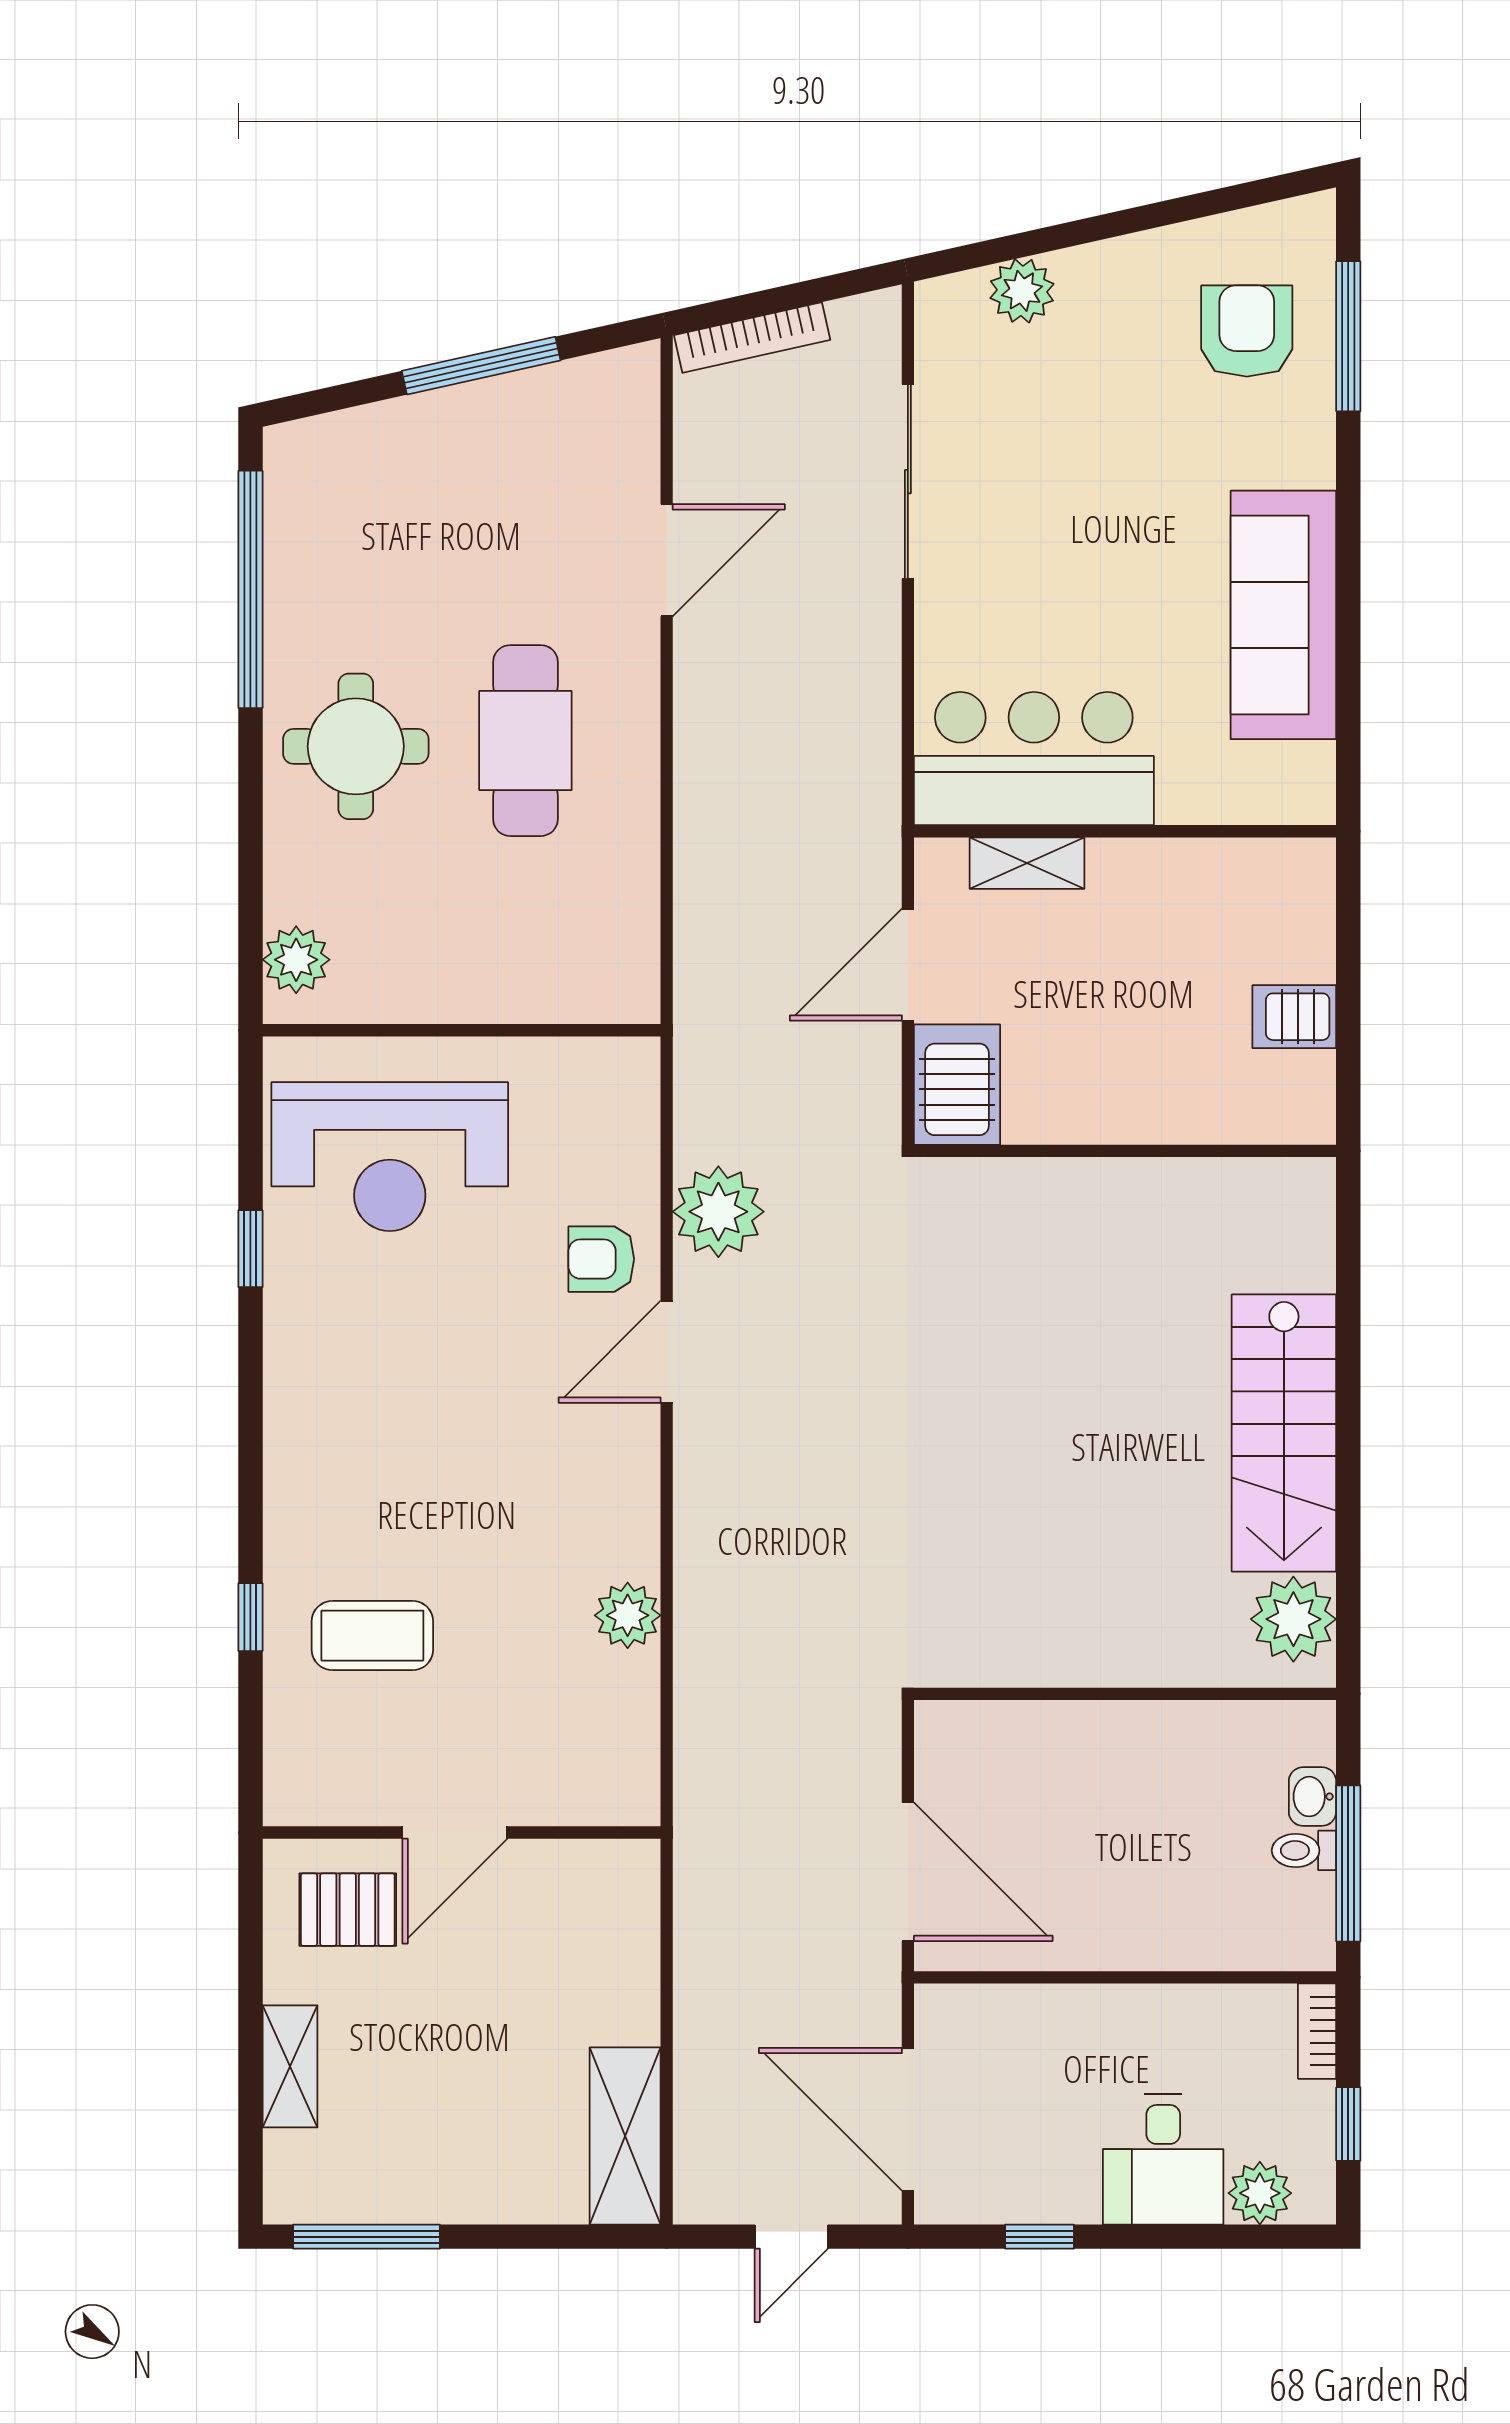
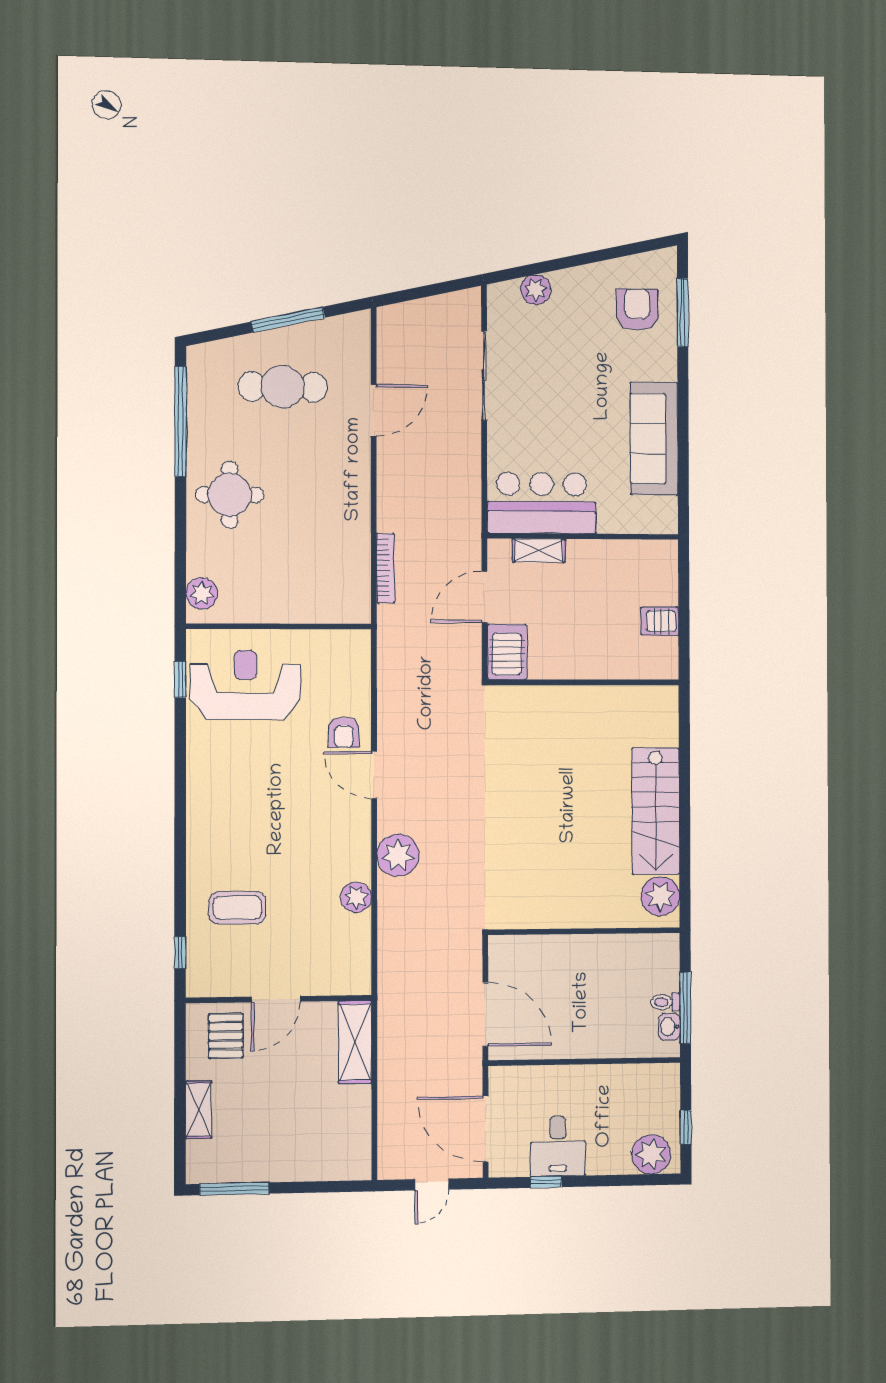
bookcase: (752, 337) -> (386, 568), moved, turned -77
cafe table: (525, 741) -> (283, 387), moved, turned 90
reception desk: (390, 1157) -> (245, 685), turned 180
plant: (718, 1212) -> (398, 855), moved
window: (250, 1249) -> (180, 680), moved
armchair: (601, 1259) -> (344, 732), turned -90
door: (667, 1352) -> (374, 775), hinge flipped
window: (250, 1617) -> (180, 953), moved
washbasin: (1312, 1797) -> (669, 1027), moved
pallet: (348, 1910) -> (226, 1036), turned 90
bookcase: (1317, 2031) -> (672, 1085), removed
shelving: (625, 2136) -> (355, 1042), moved
desk: (1163, 2160) -> (558, 1146), moved
plant: (1260, 2193) -> (651, 1154), width x1.36, depth x1.36

